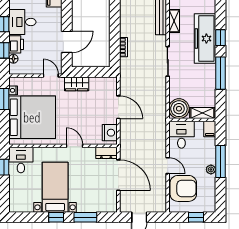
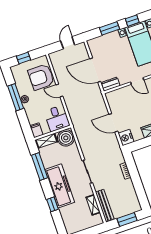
freezer: (205, 39) -> (60, 186), moved
window: (221, 73) -> (39, 167), moved
nightstand: (110, 133) -> (126, 138), moved
window: (221, 162) -> (16, 97), moved

